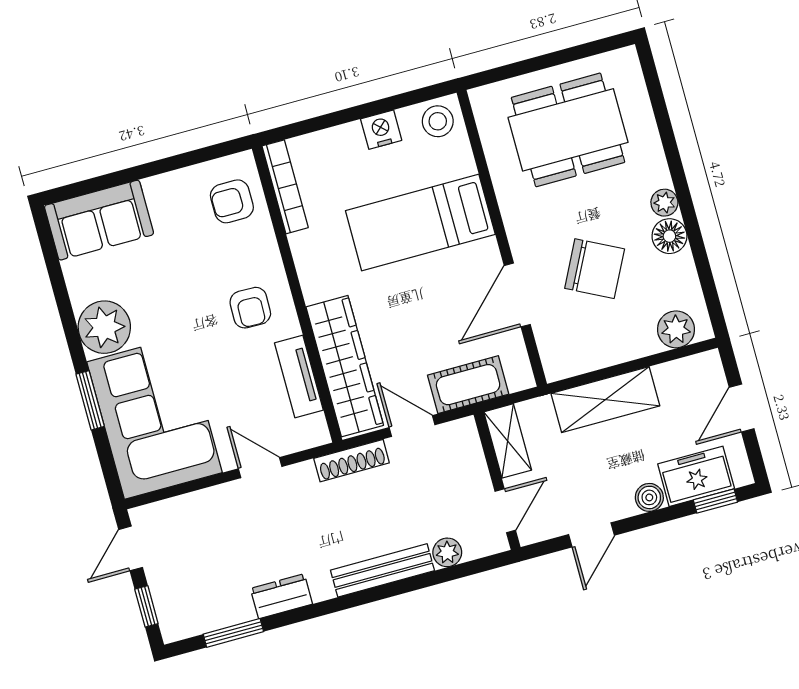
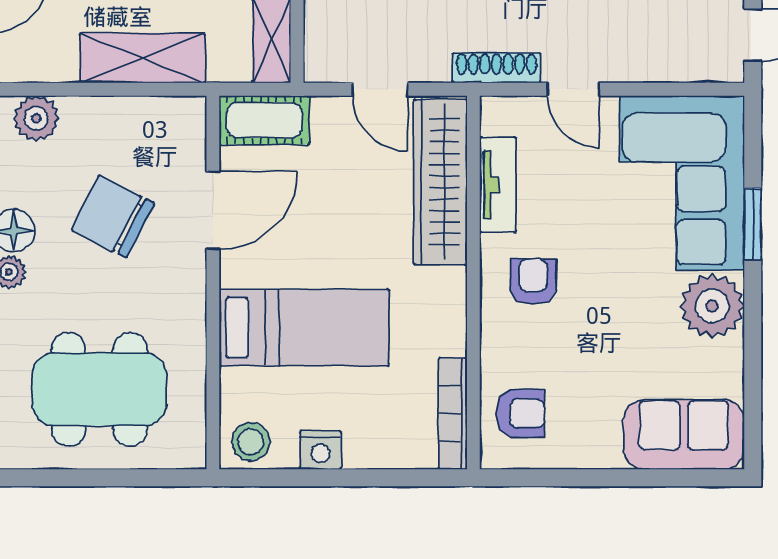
cot: (468, 385) -> (264, 120), moved
shoe rack: (352, 461) -> (496, 68), moved

